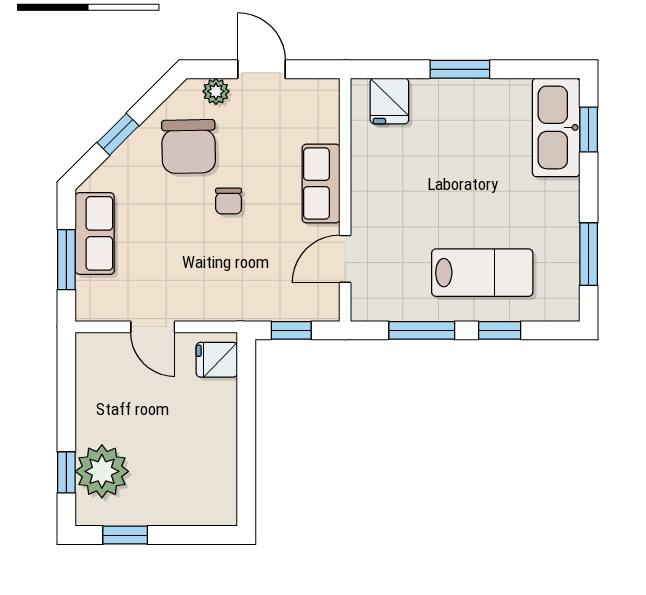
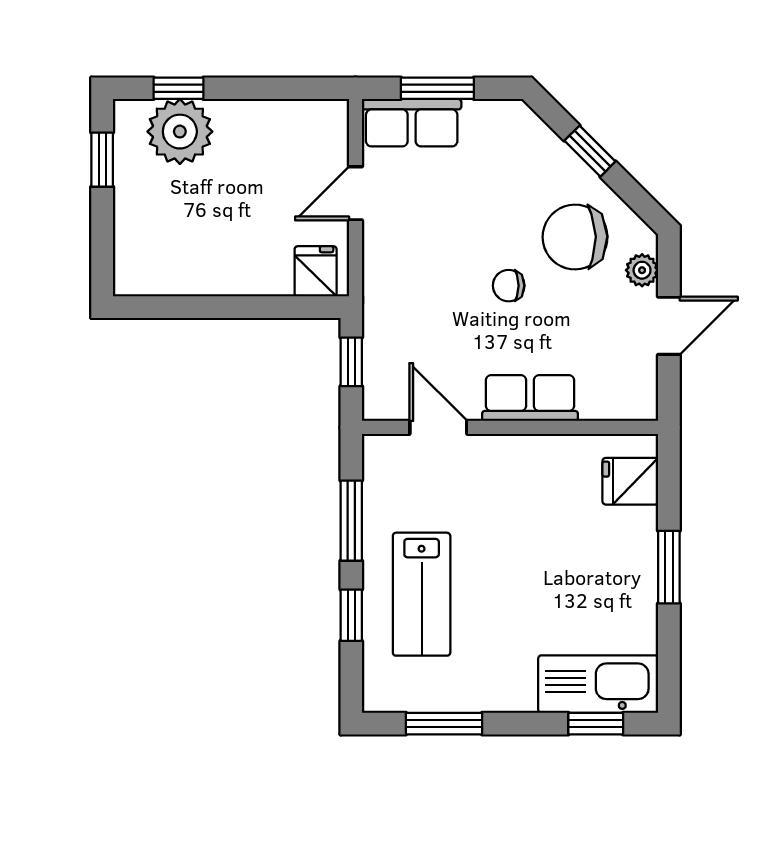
row of seats: (95, 233) -> (412, 123), moved

